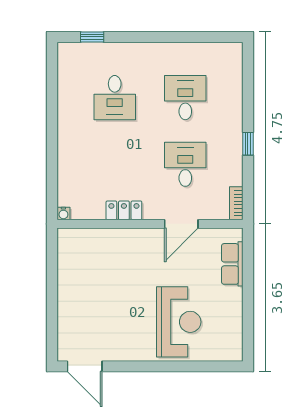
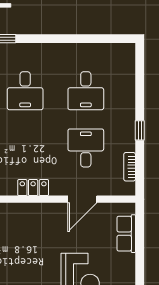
desk: (185, 98) -> (86, 91), turned 180
bookcase: (236, 203) -> (130, 167), moved

